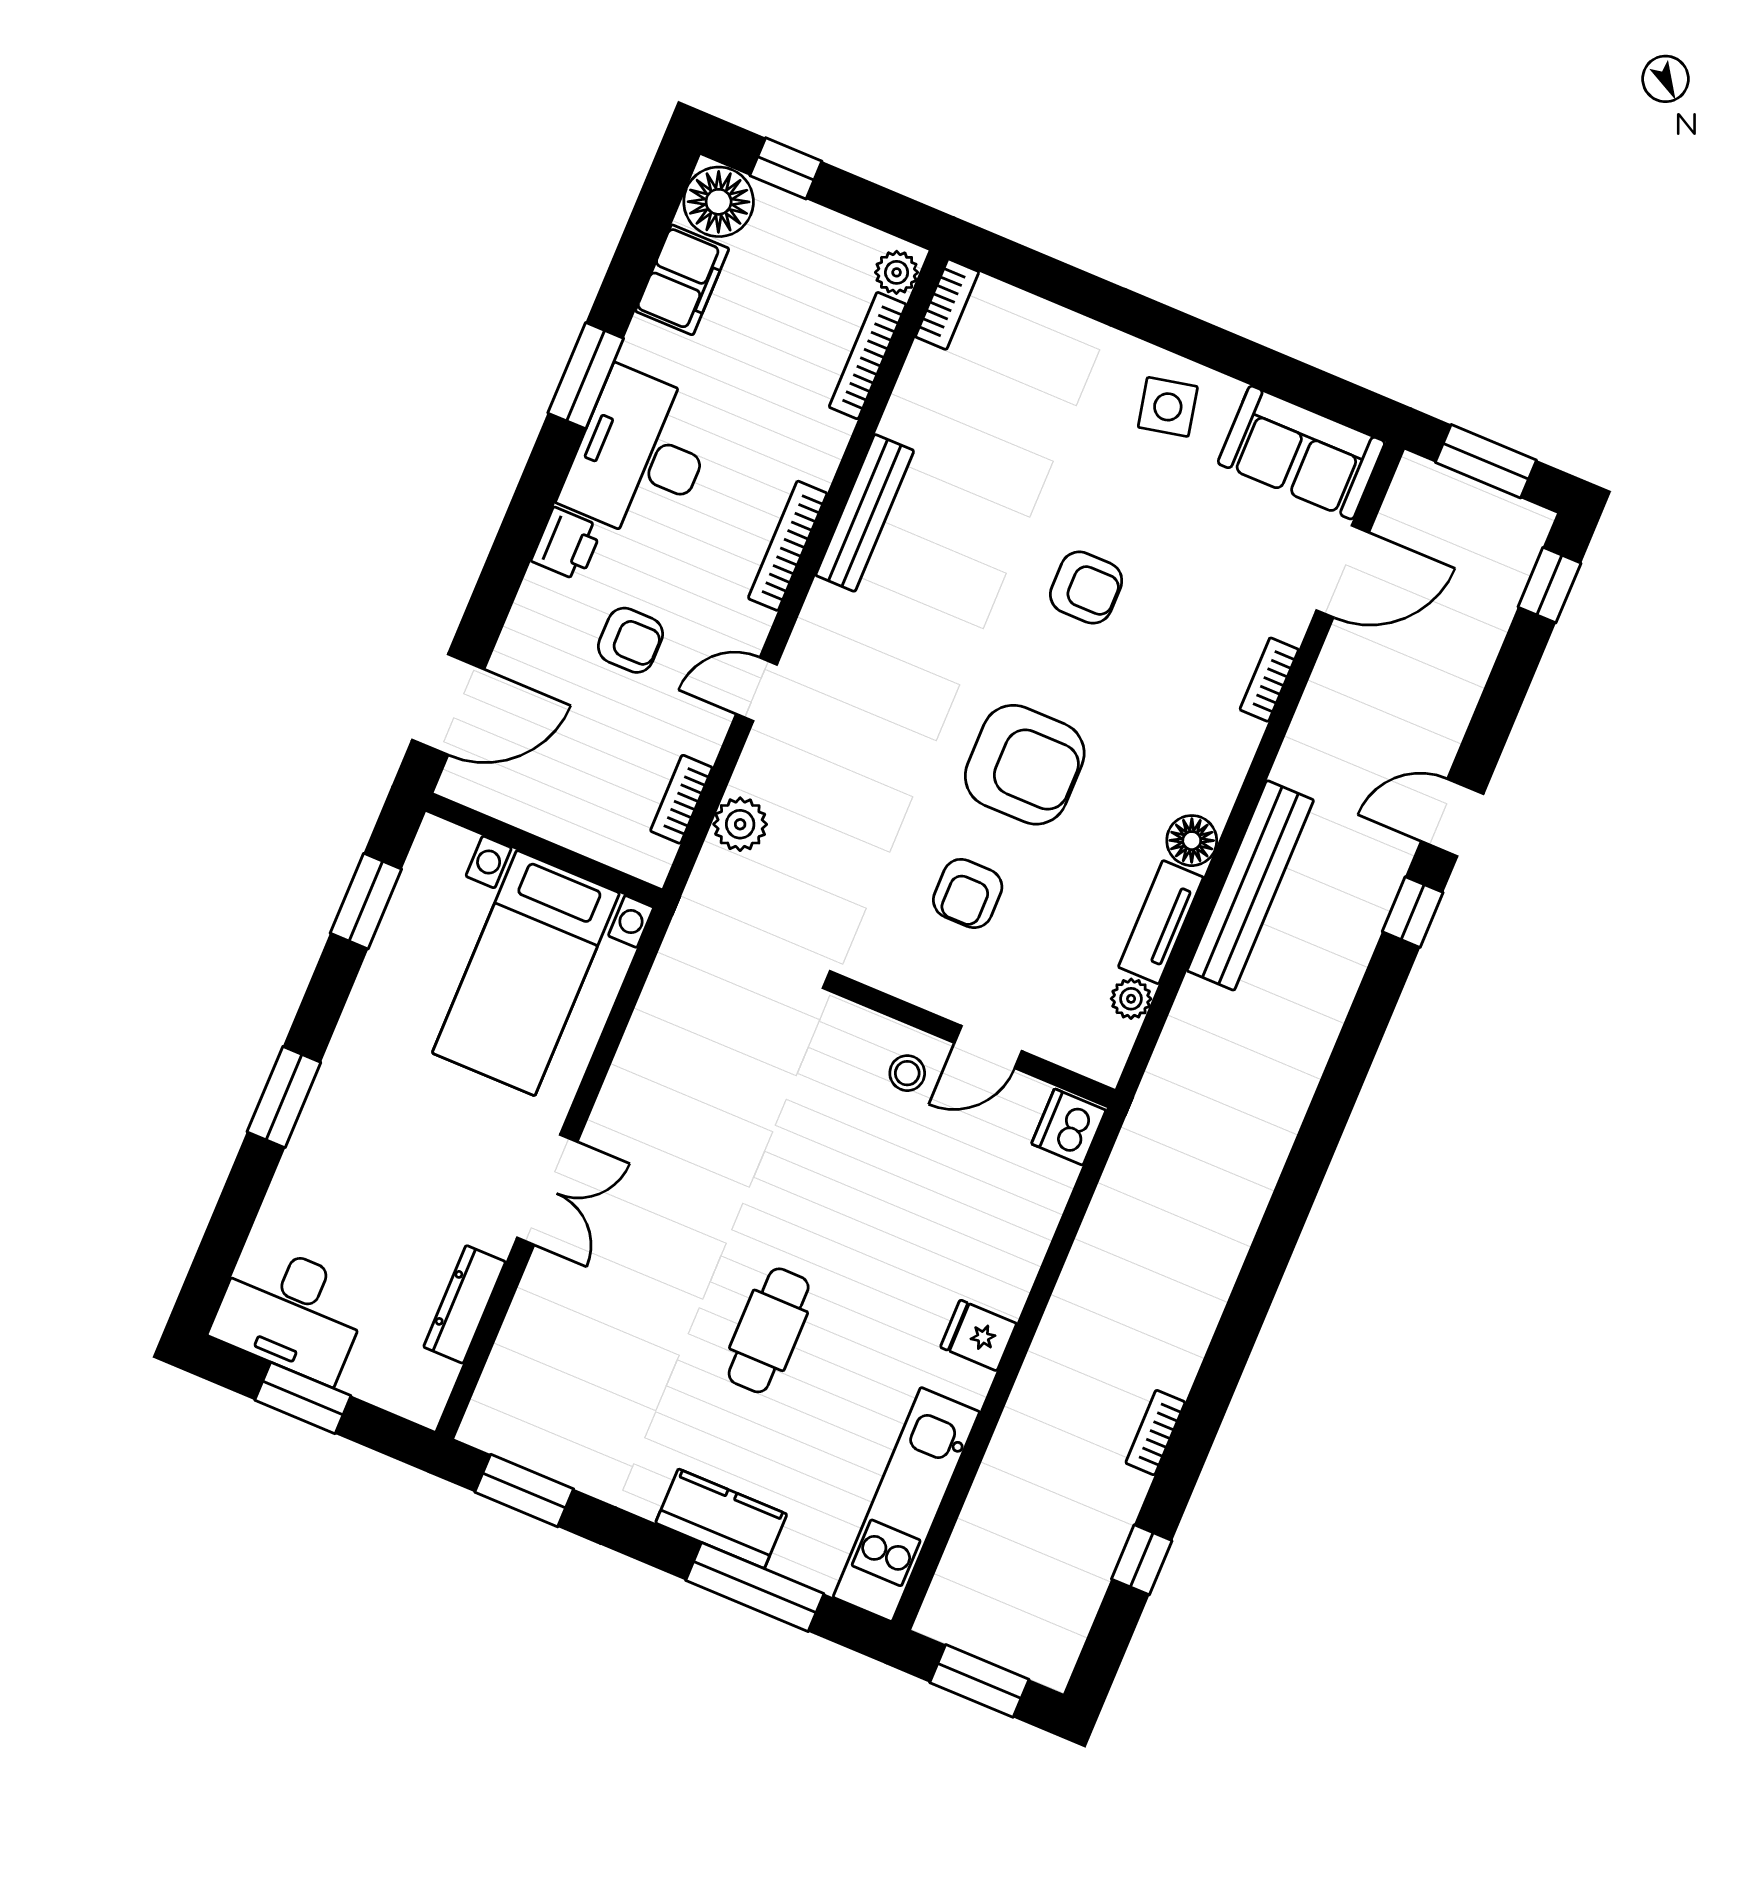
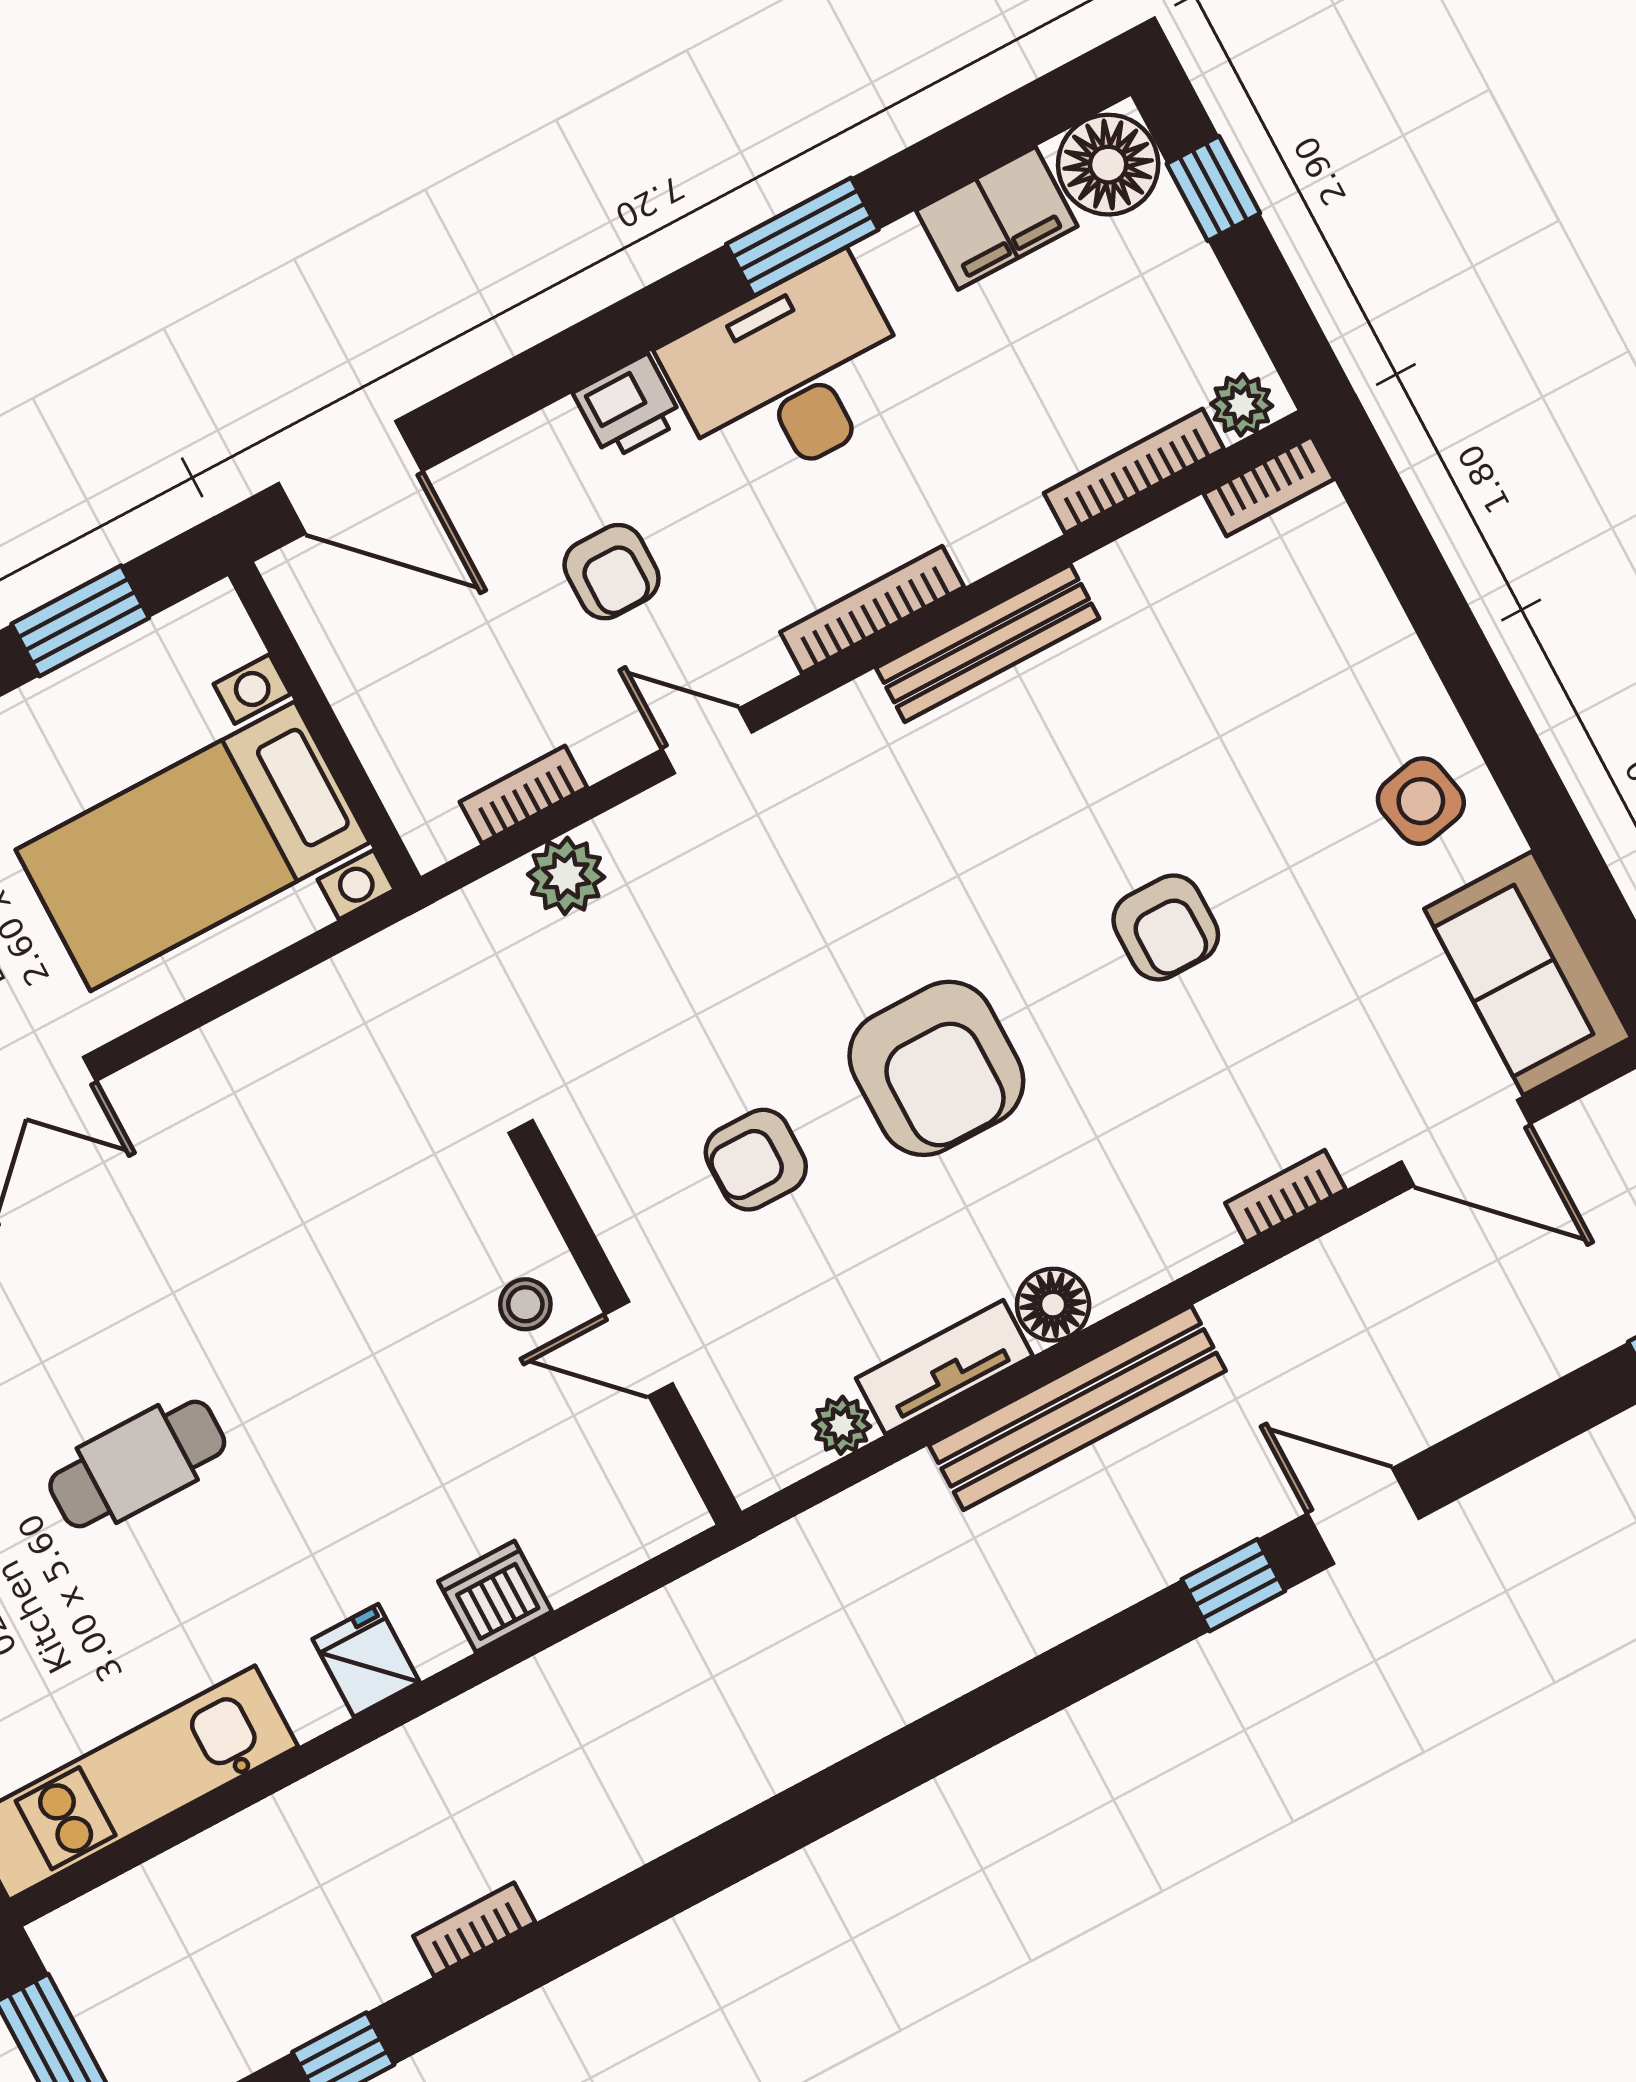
dishwasher: (1069, 1127) -> (495, 1596), moved

